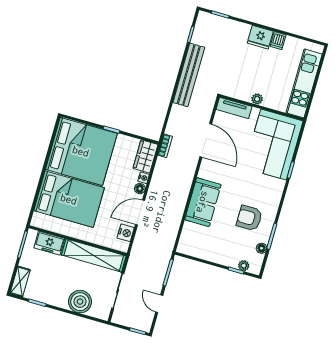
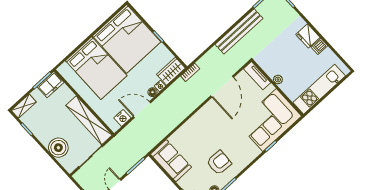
sofa: (203, 202) -> (171, 161), moved, turned -90
armchair: (249, 218) -> (219, 163), turned 93
freezer: (49, 243) -> (50, 85), moved, turned -90

